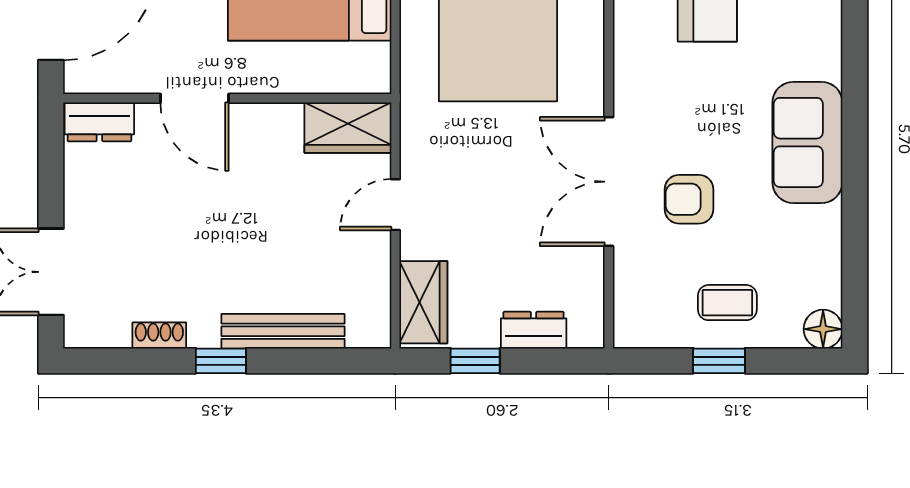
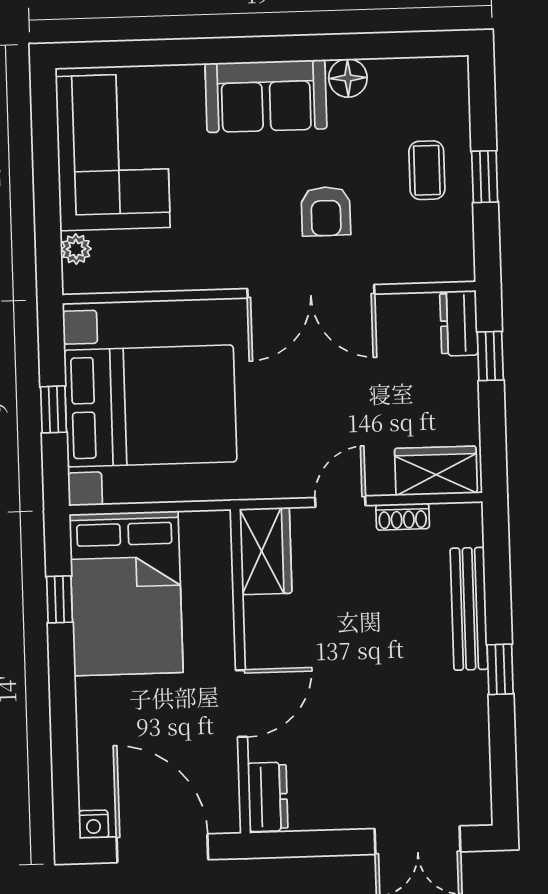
door: (395, 205) -> (340, 502), swing flipped
floor lamp: (823, 329) -> (348, 78), moved
dresser: (534, 330) -> (459, 323), moved
shoe rack: (159, 335) -> (403, 517), moved, turned -90
window: (475, 361) -> (490, 356), moved

